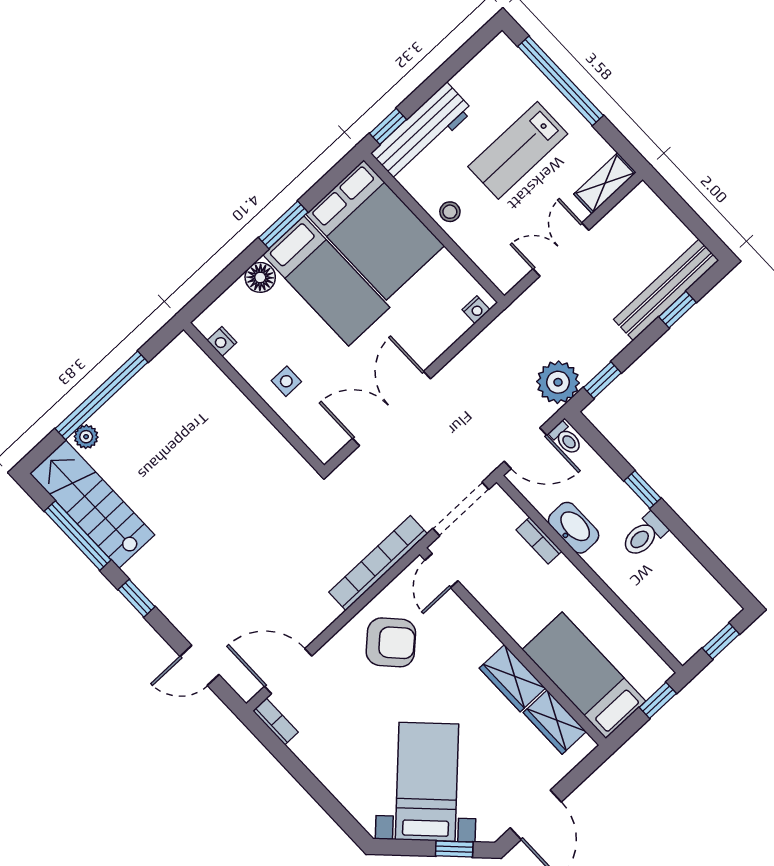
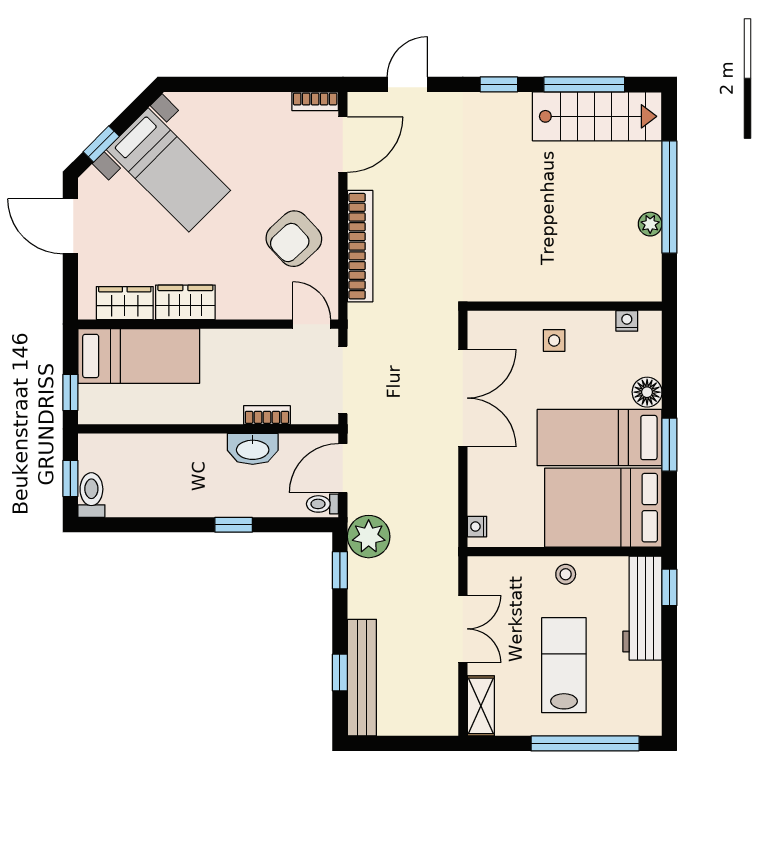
plant: (86, 437) -> (650, 224), moved
toilet: (644, 535) -> (91, 495), moved
bookcase: (378, 563) -> (360, 246), moved

